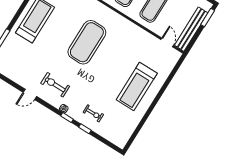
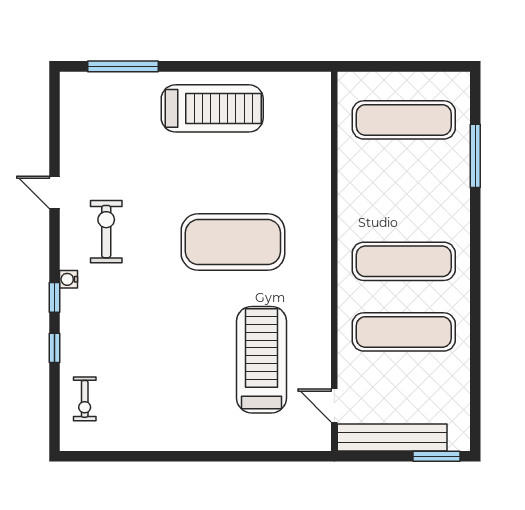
door: (167, 42) -> (334, 405), swing flipped
treadmill: (137, 86) -> (262, 360), moved, turned 90
exercise bike: (93, 113) -> (85, 399), moved

